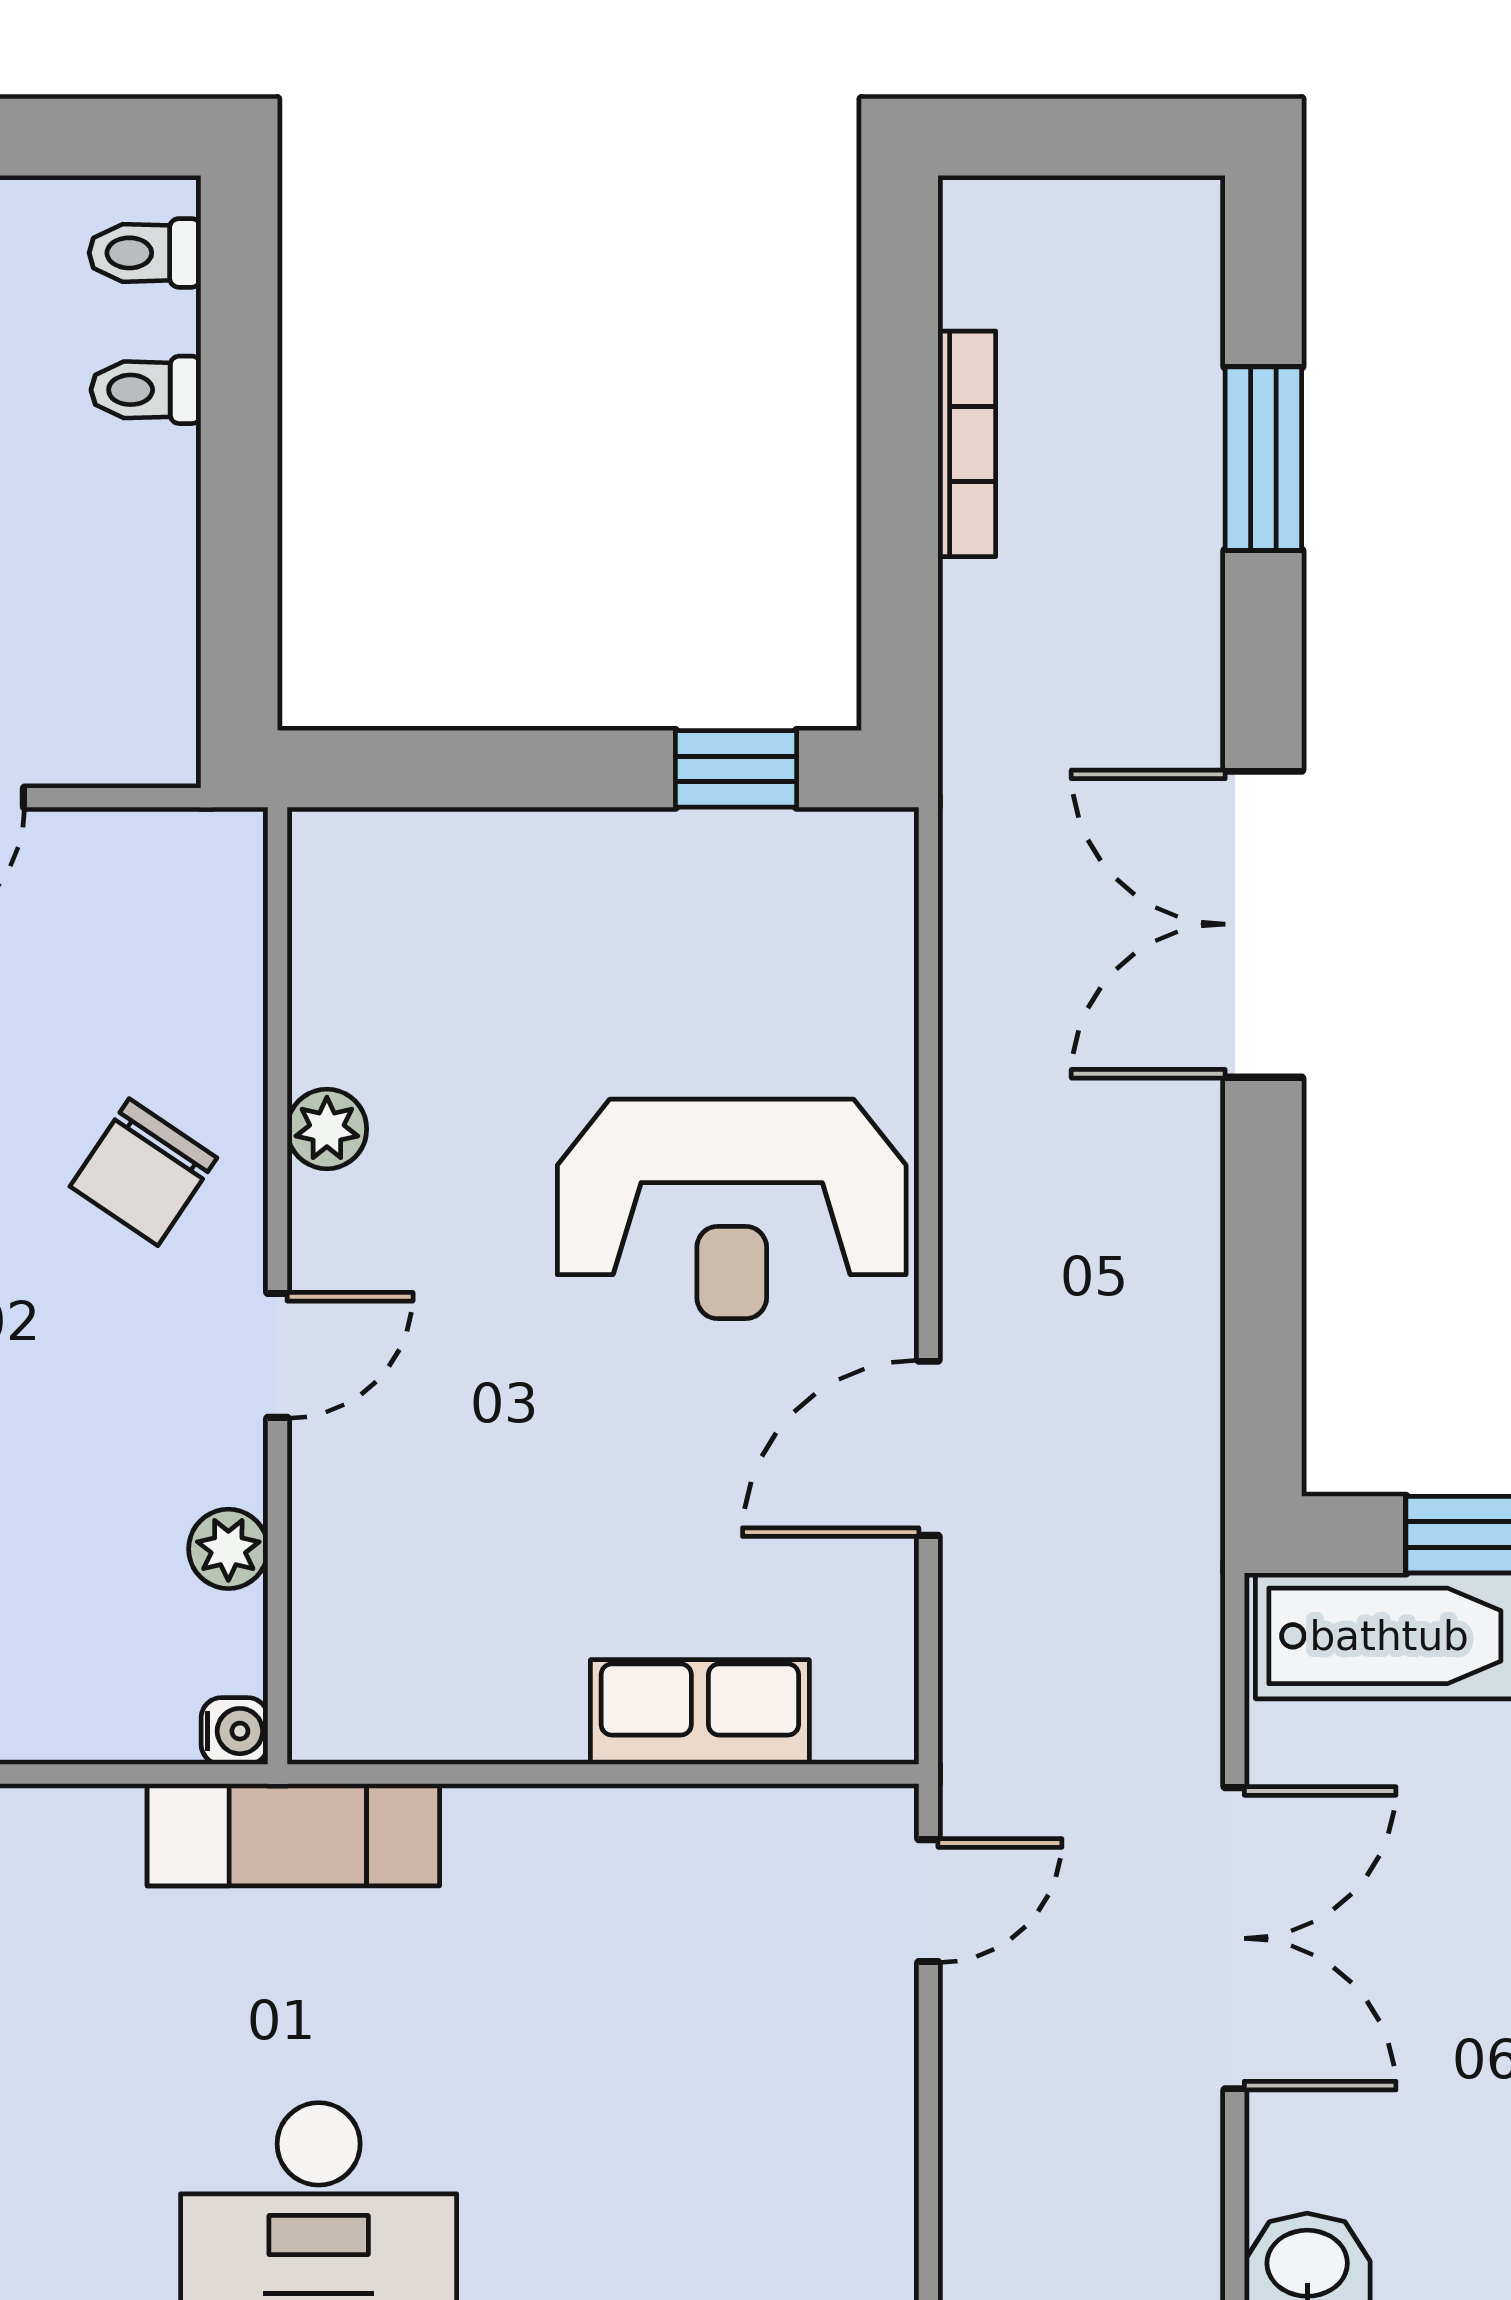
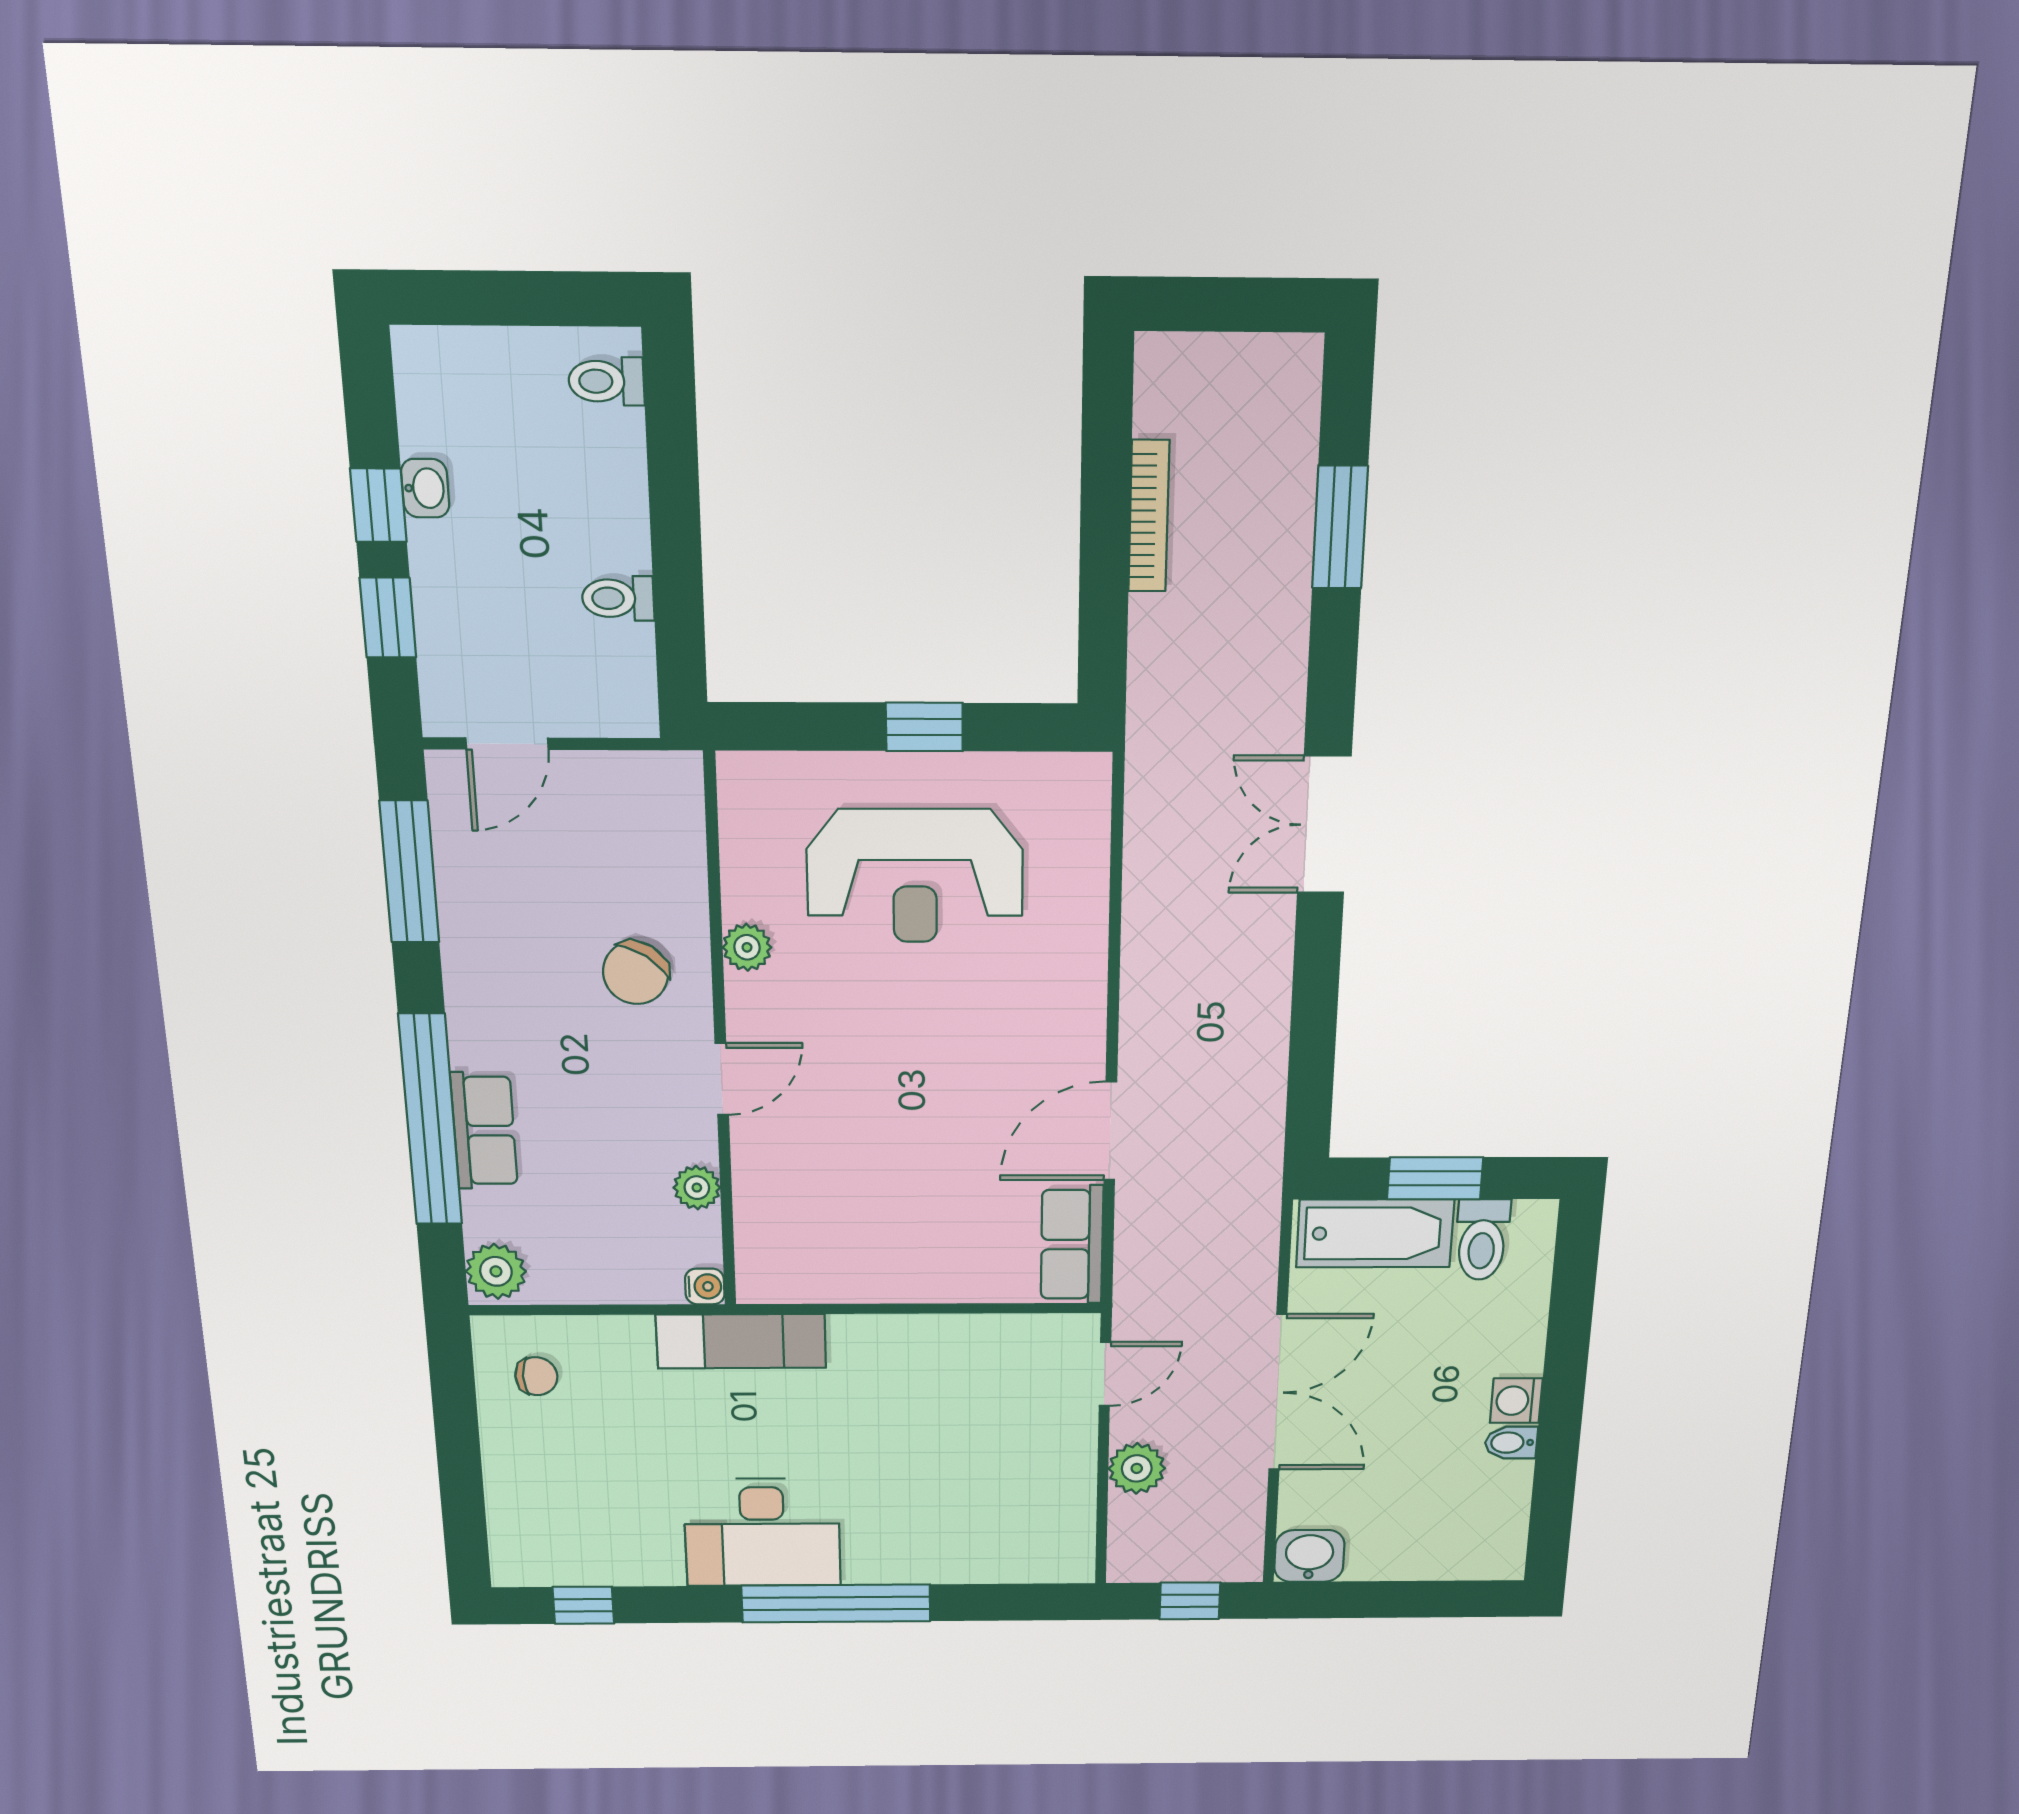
toilet: (146, 390) -> (618, 598), moved
window: (736, 769) -> (924, 727), moved
double door: (1263, 924) -> (1324, 825), width x0.73
reception desk: (732, 1209) -> (915, 876), moved
row of seats: (700, 1712) -> (1072, 1245), moved, turned -90
plant: (989, 2087) -> (1137, 1468), added

